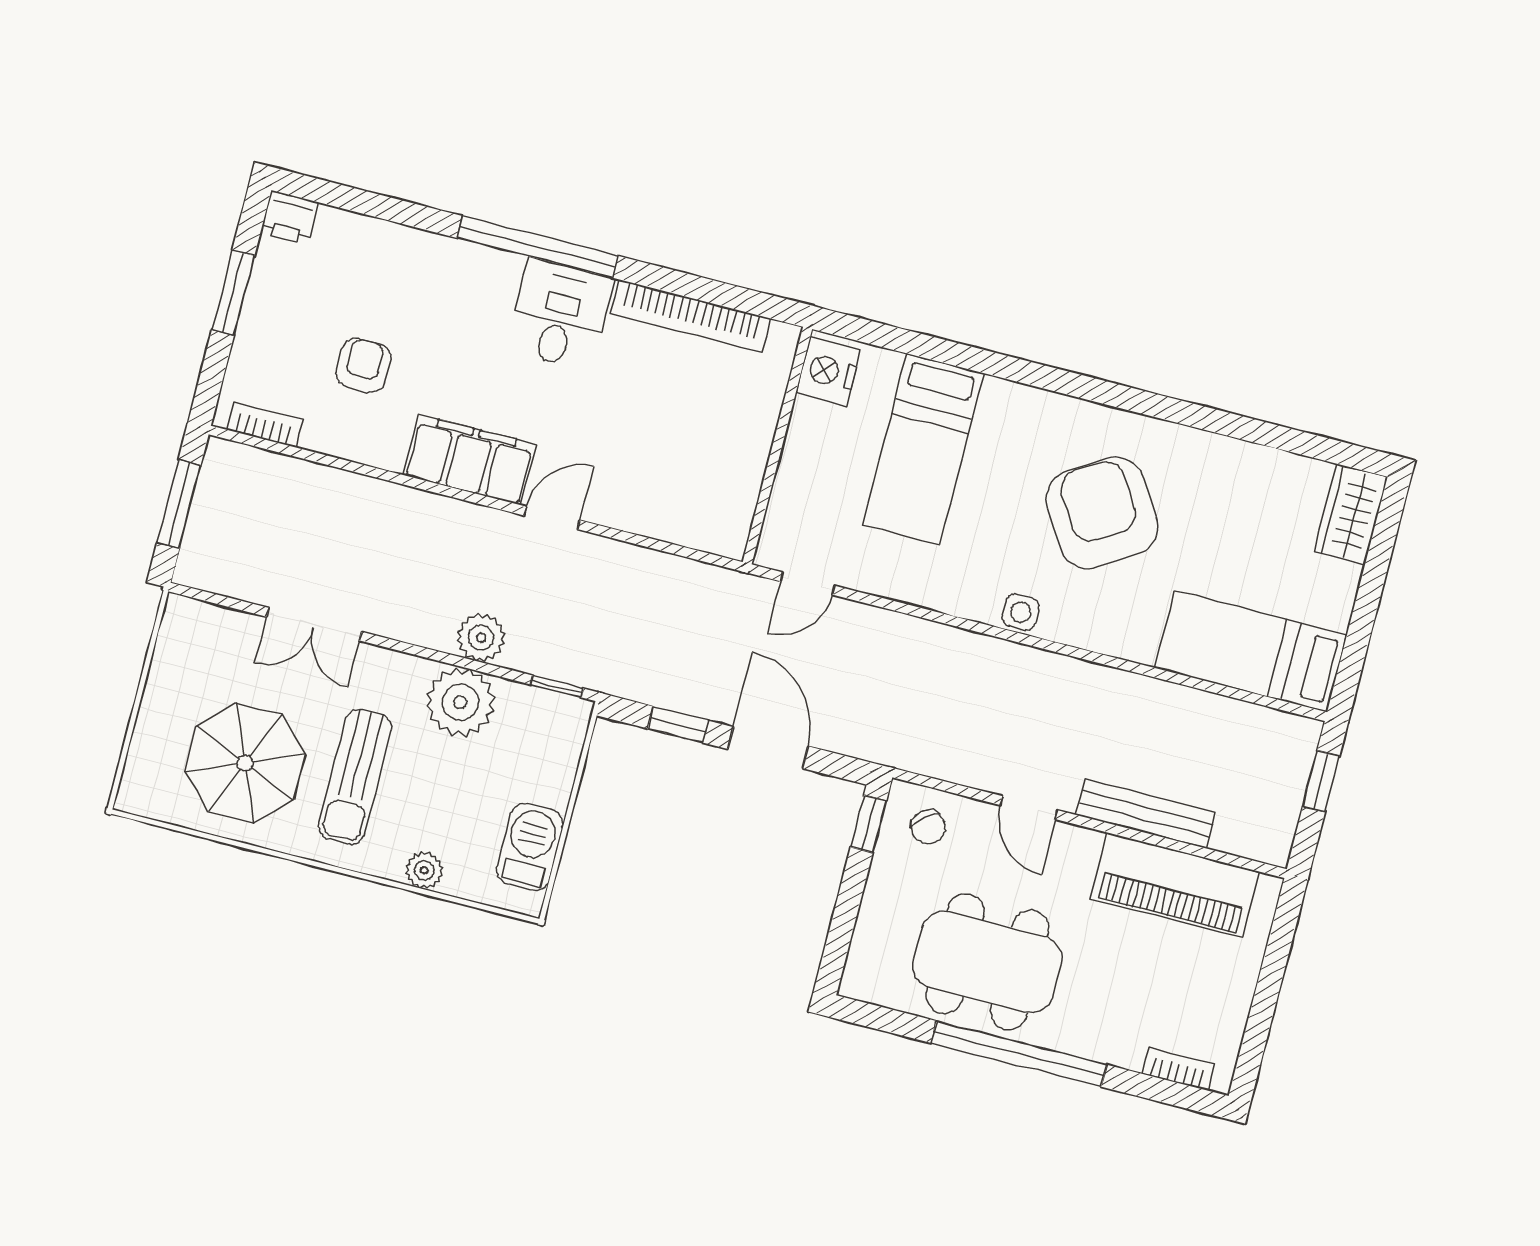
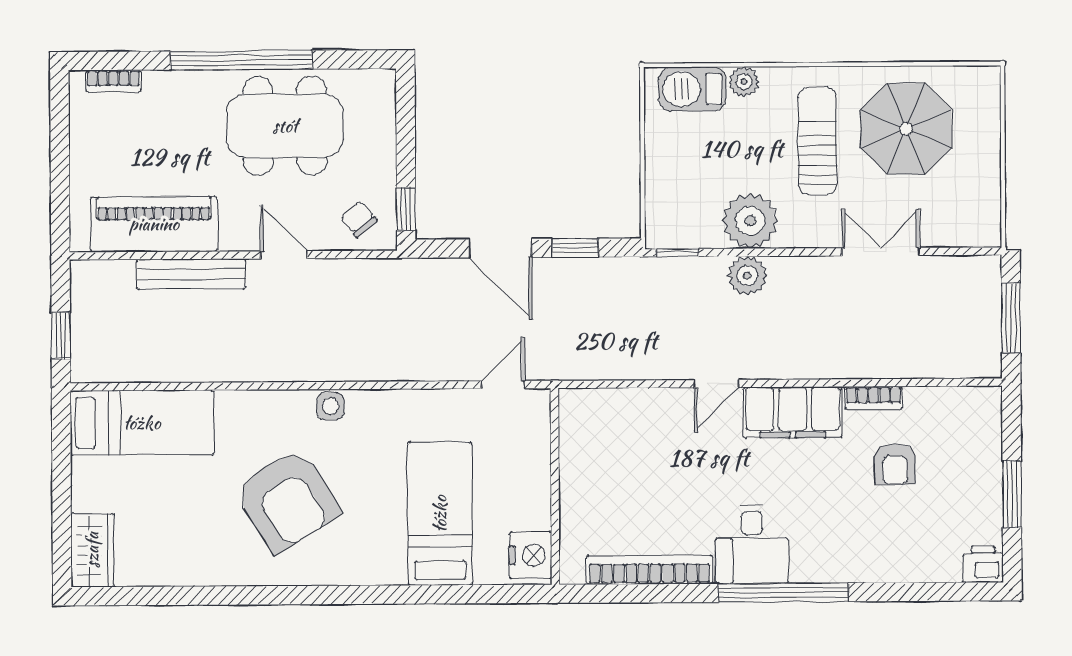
bookcase: (265, 425) -> (873, 398), moved
barbecue: (530, 847) -> (692, 89), moved, turned 90

